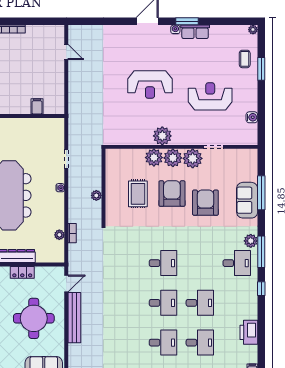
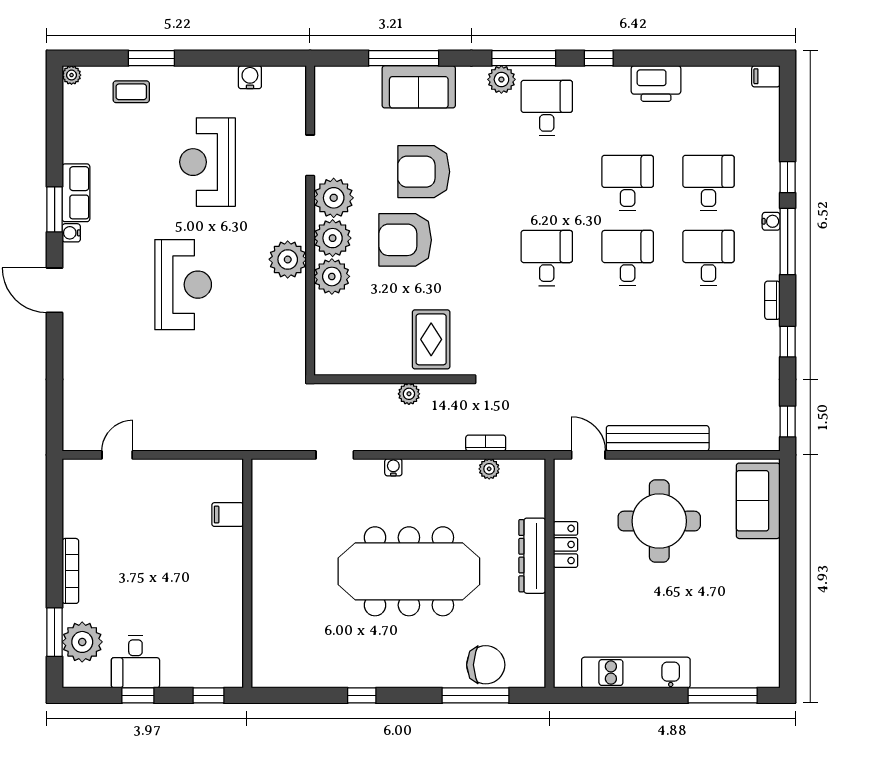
rug: (138, 194) -> (431, 339), moved, turned 90
printer: (249, 332) -> (656, 83), moved

